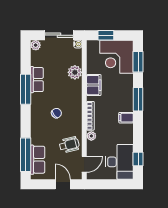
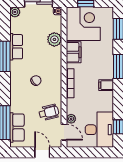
corner desk: (117, 57) -> (83, 24), moved, turned 180
plant: (91, 136) -> (71, 119), moved
door: (84, 164) -> (64, 132), hinge flipped

